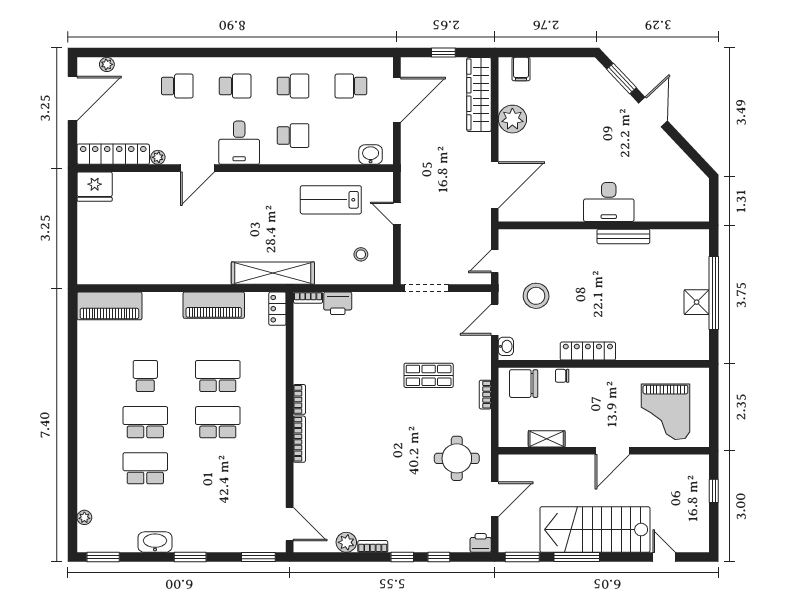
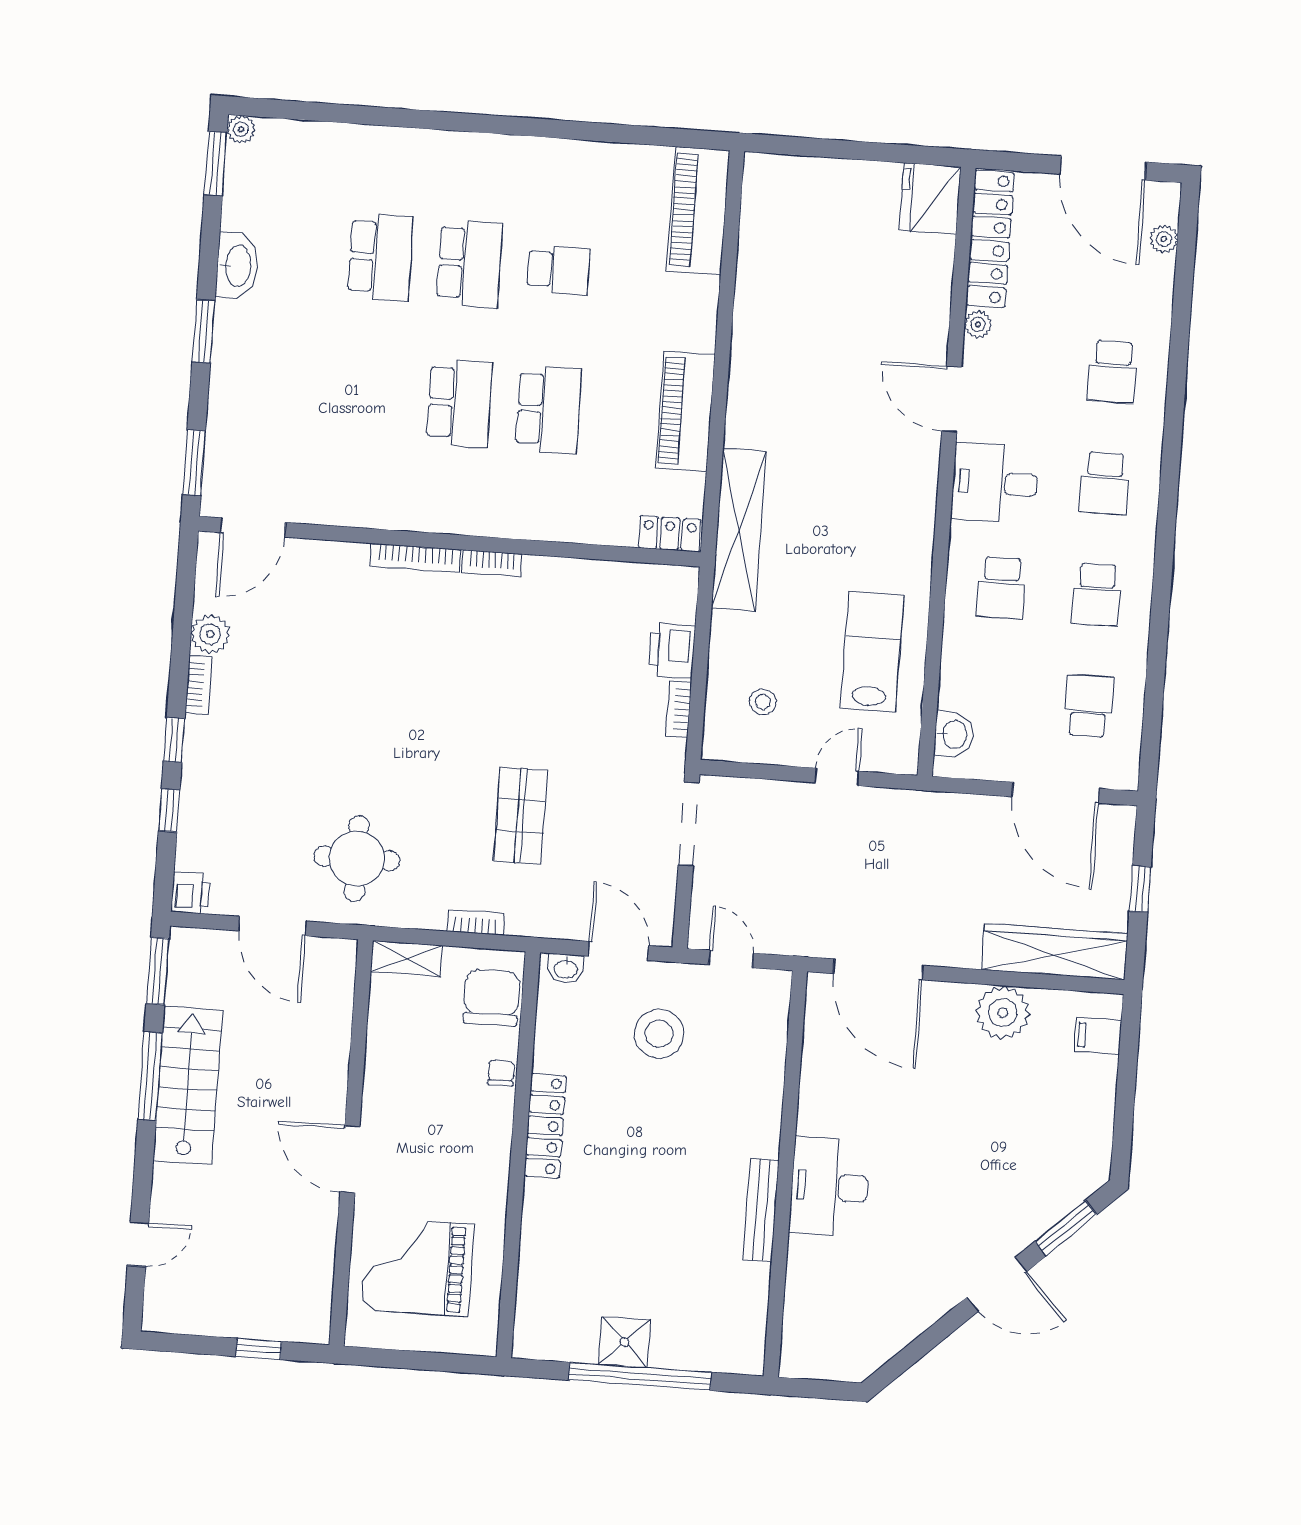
bookcase: (308, 298) -> (679, 709), moved
shelving: (547, 439) -> (407, 959), moved, turned 90
plant: (84, 517) -> (241, 129), moved
stairs: (595, 530) -> (188, 1086), width x0.73, depth x0.66

